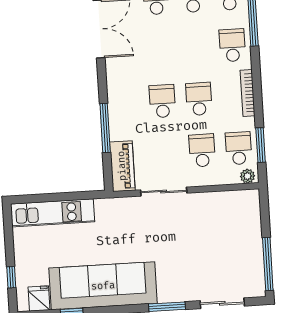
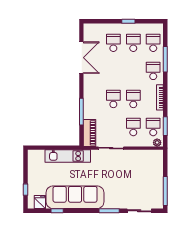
kitchen unit: (53, 213) -> (68, 156), moved

